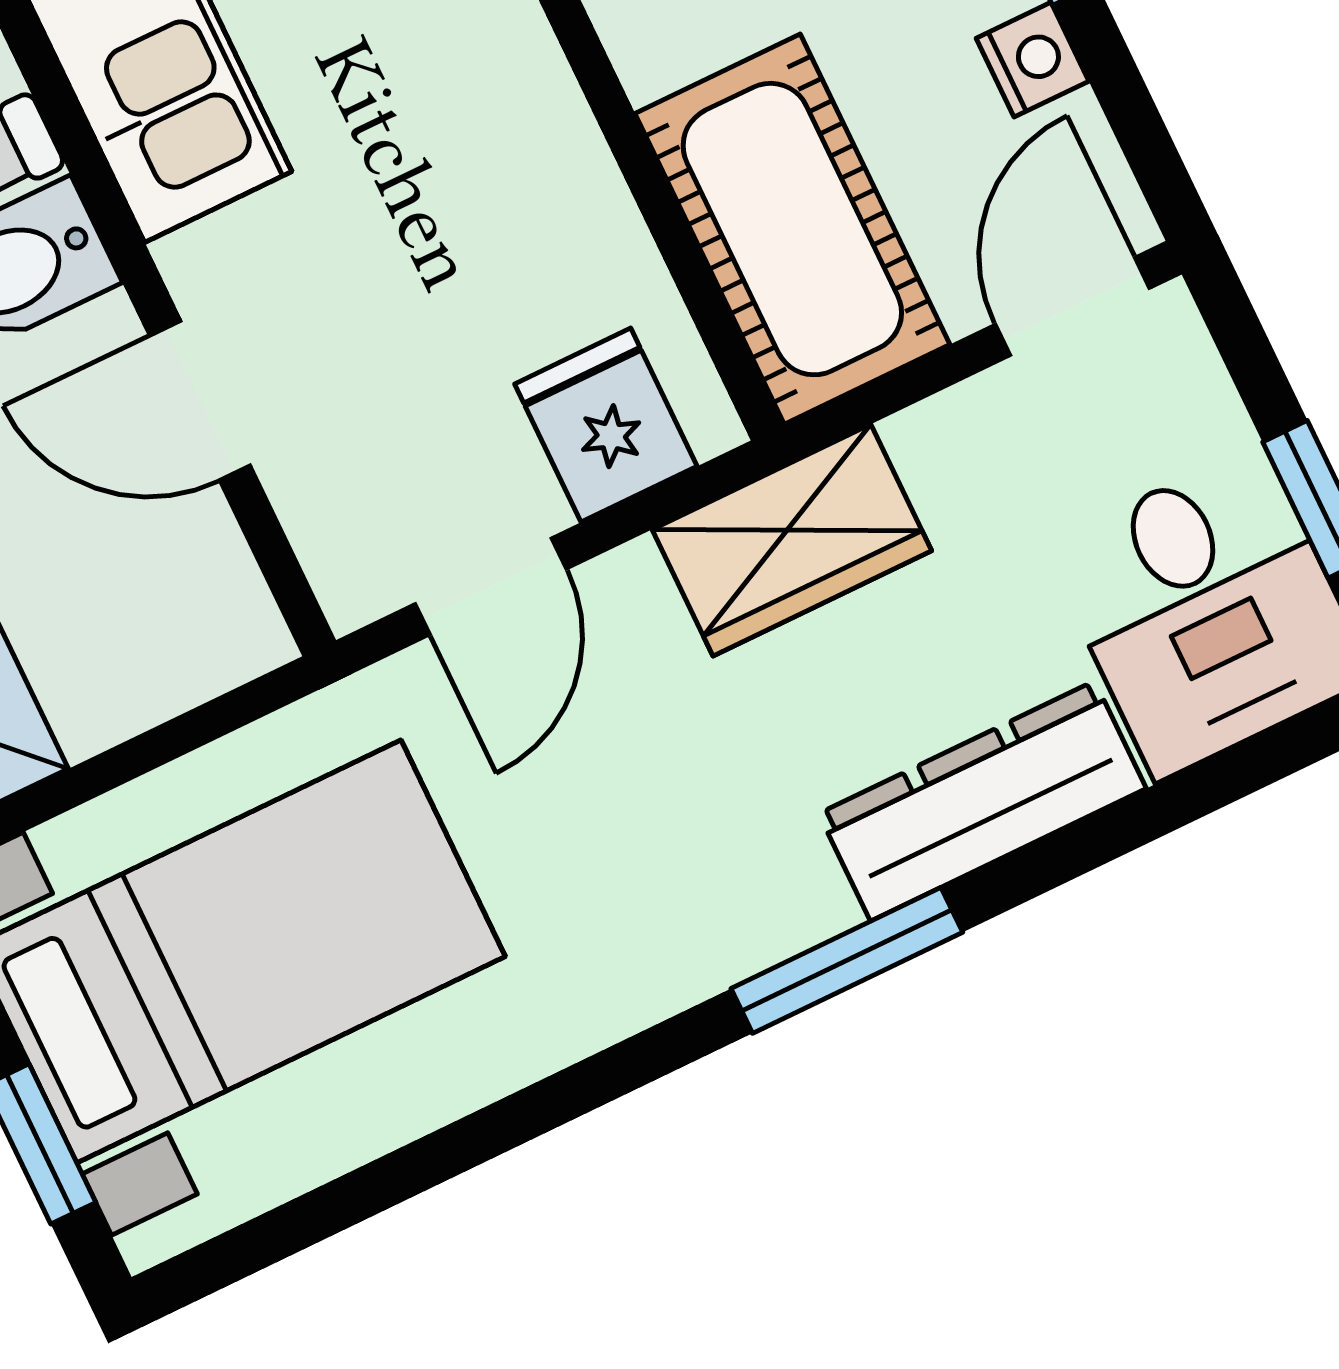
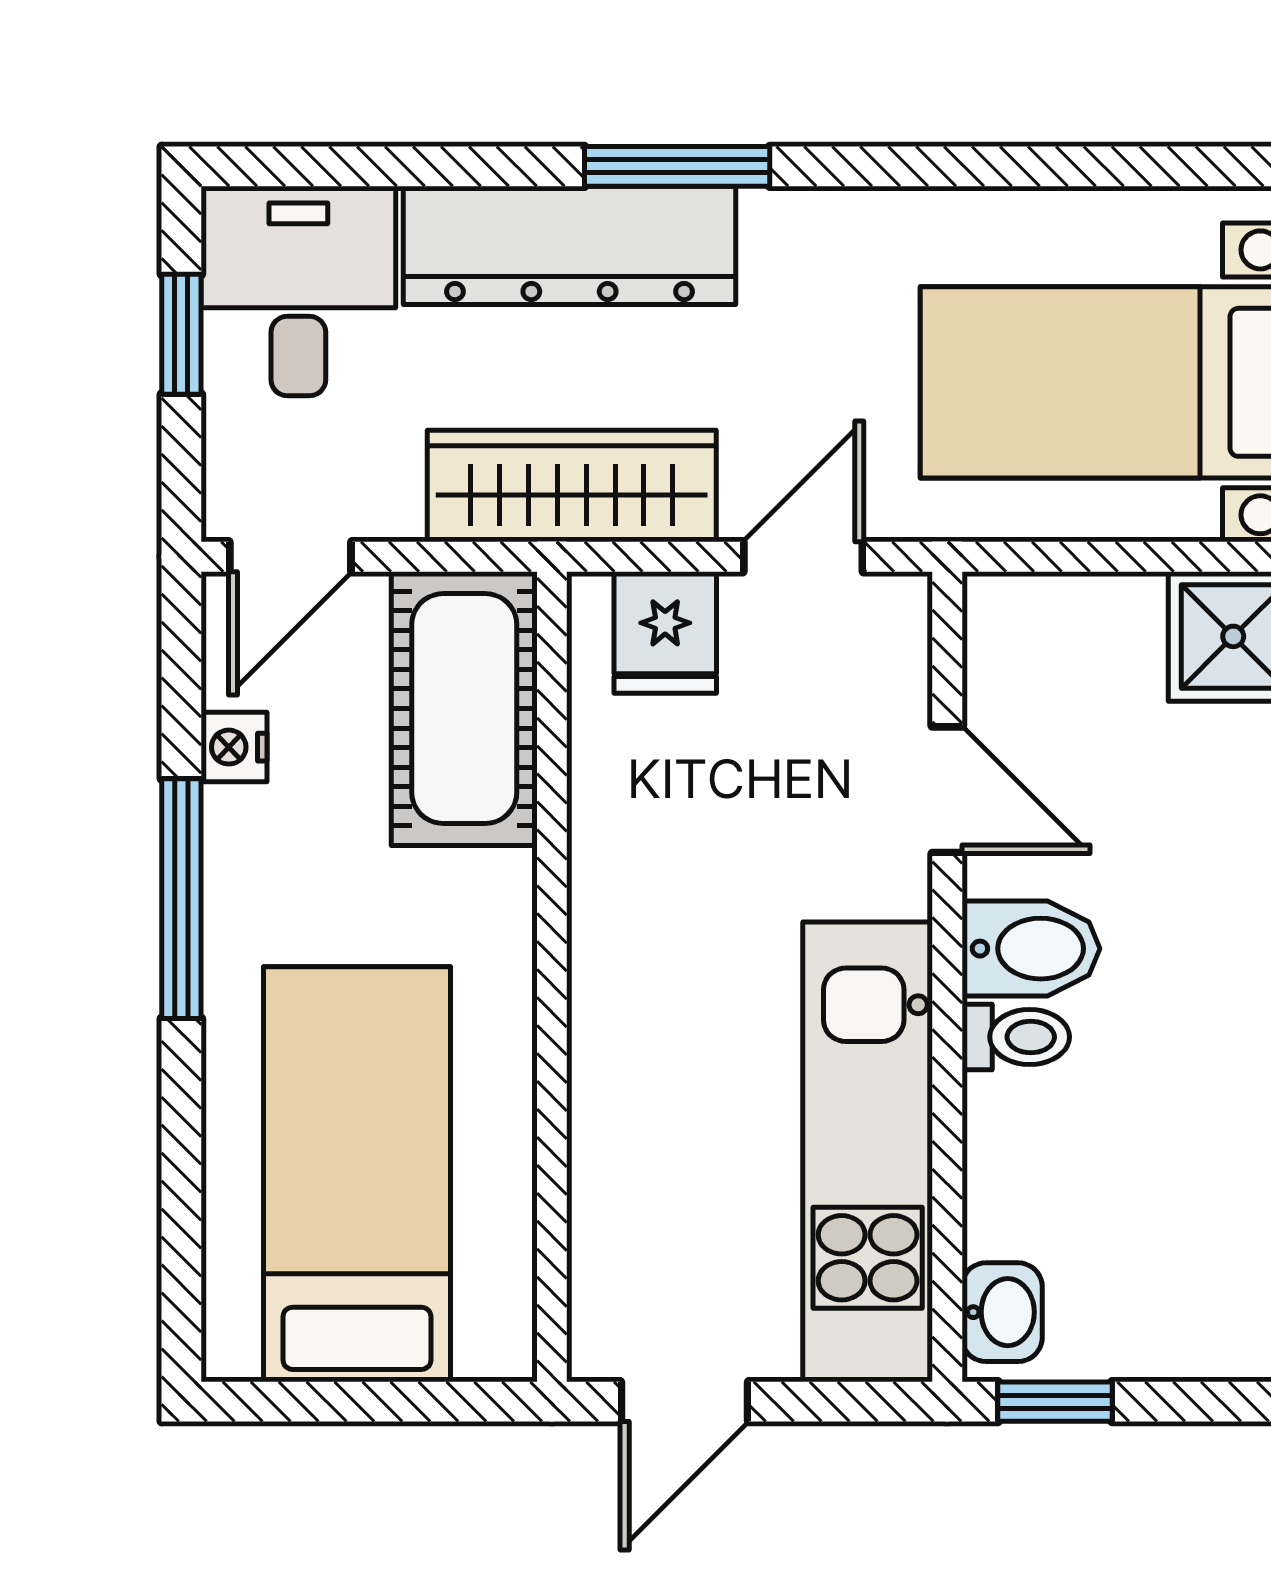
wardrobe: (792, 540) -> (572, 486), width x1.50
dresser: (983, 801) -> (569, 245), width x1.37, depth x1.24

